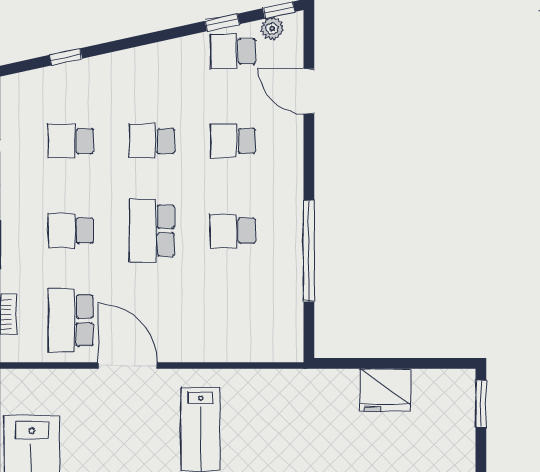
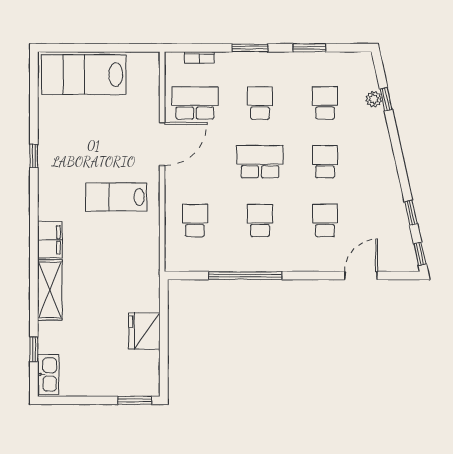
plant: (272, 28) -> (374, 99), moved
school desk: (233, 51) -> (195, 220), moved

